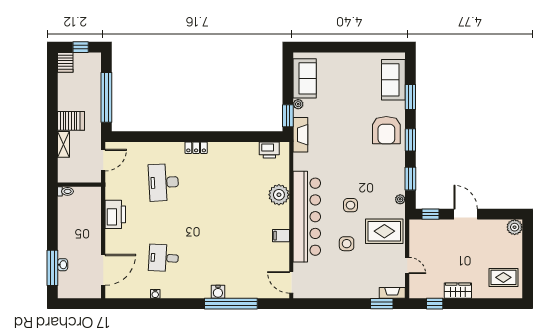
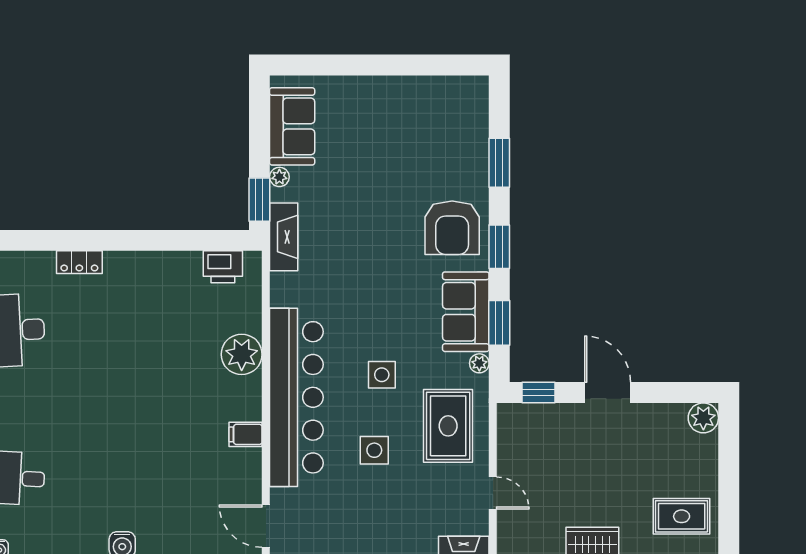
sofa: (393, 80) -> (466, 312), moved
rug: (384, 231) -> (448, 426), turned 90

